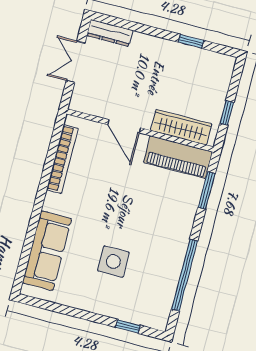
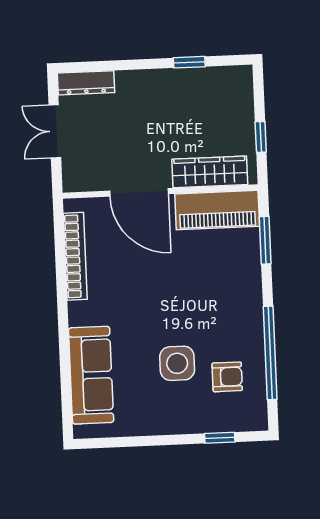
door: (124, 126) -> (139, 192), width x1.36
armchair: (147, 283) -> (227, 377), added

